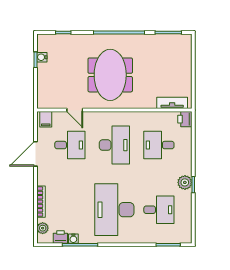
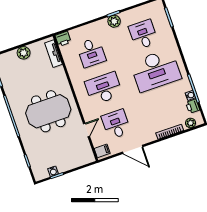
plant: (185, 70) -> (24, 53), added

